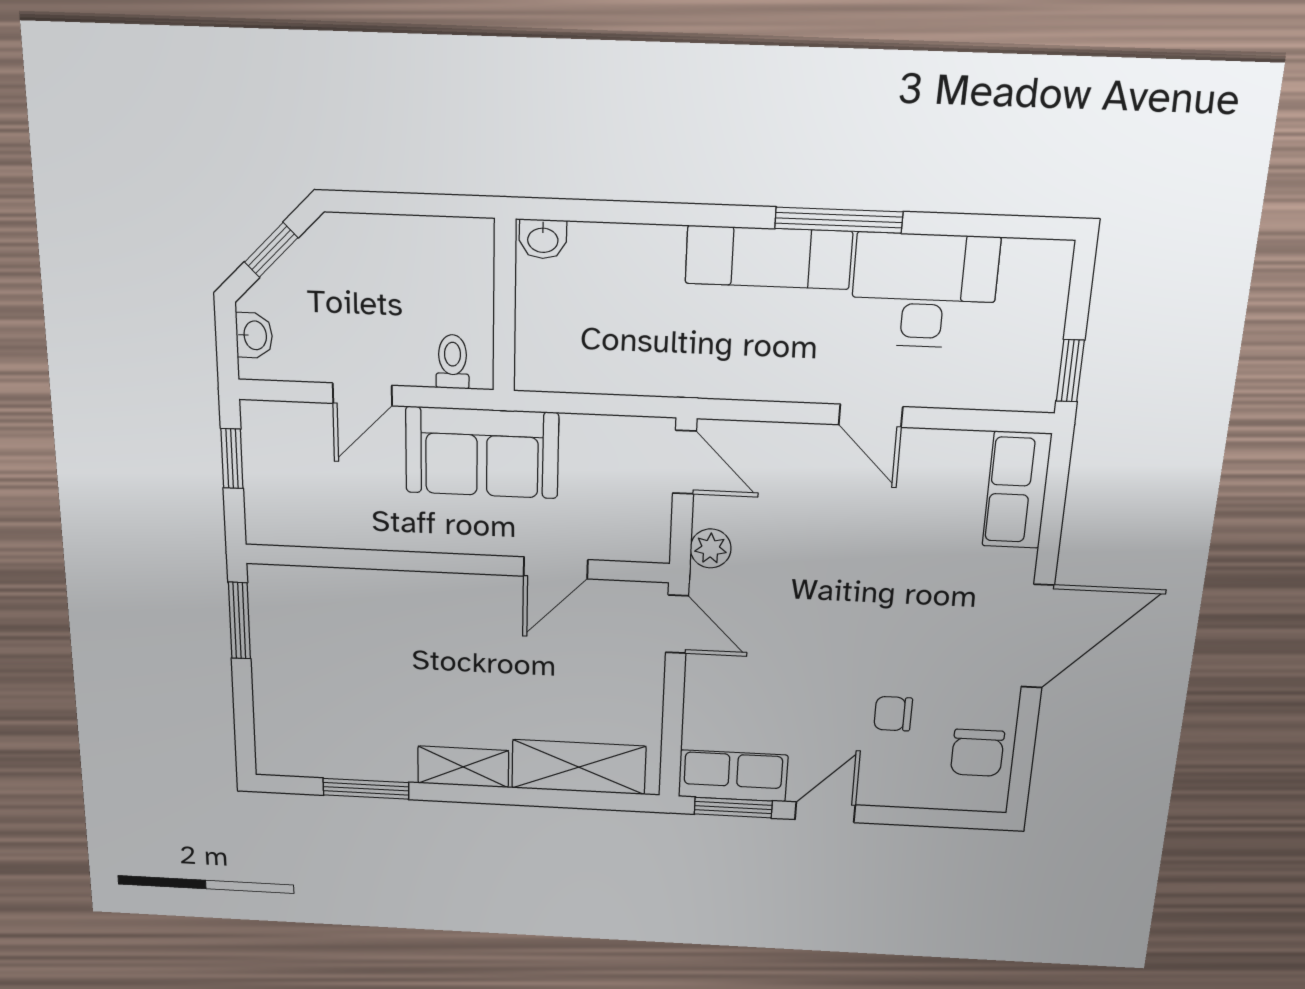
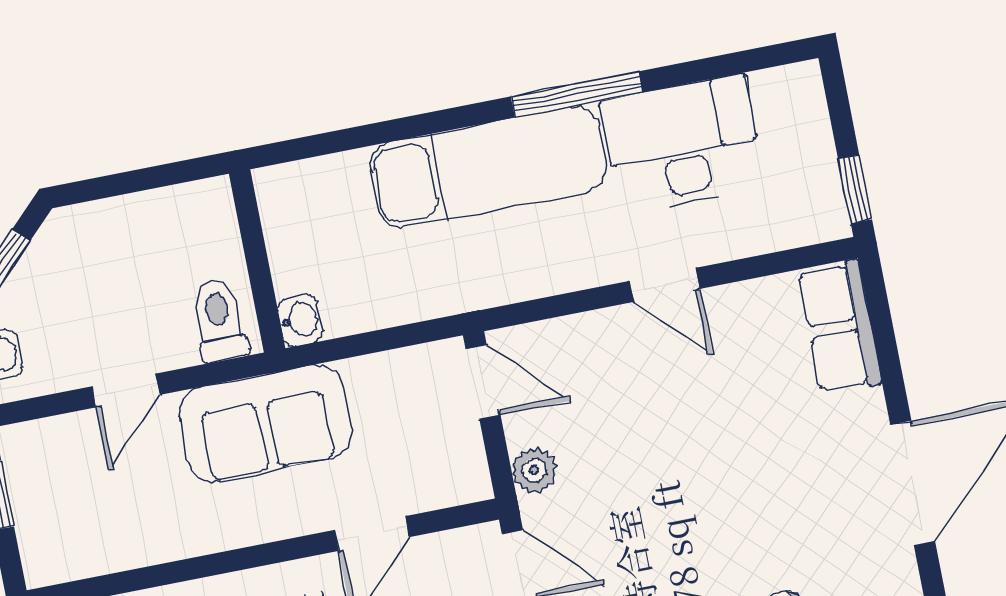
washbasin: (543, 239) -> (300, 320), moved, turned -90
exam couch: (769, 257) -> (488, 167), width x1.36, depth x1.45
toilet: (452, 362) -> (219, 320), width x1.37, depth x1.39

